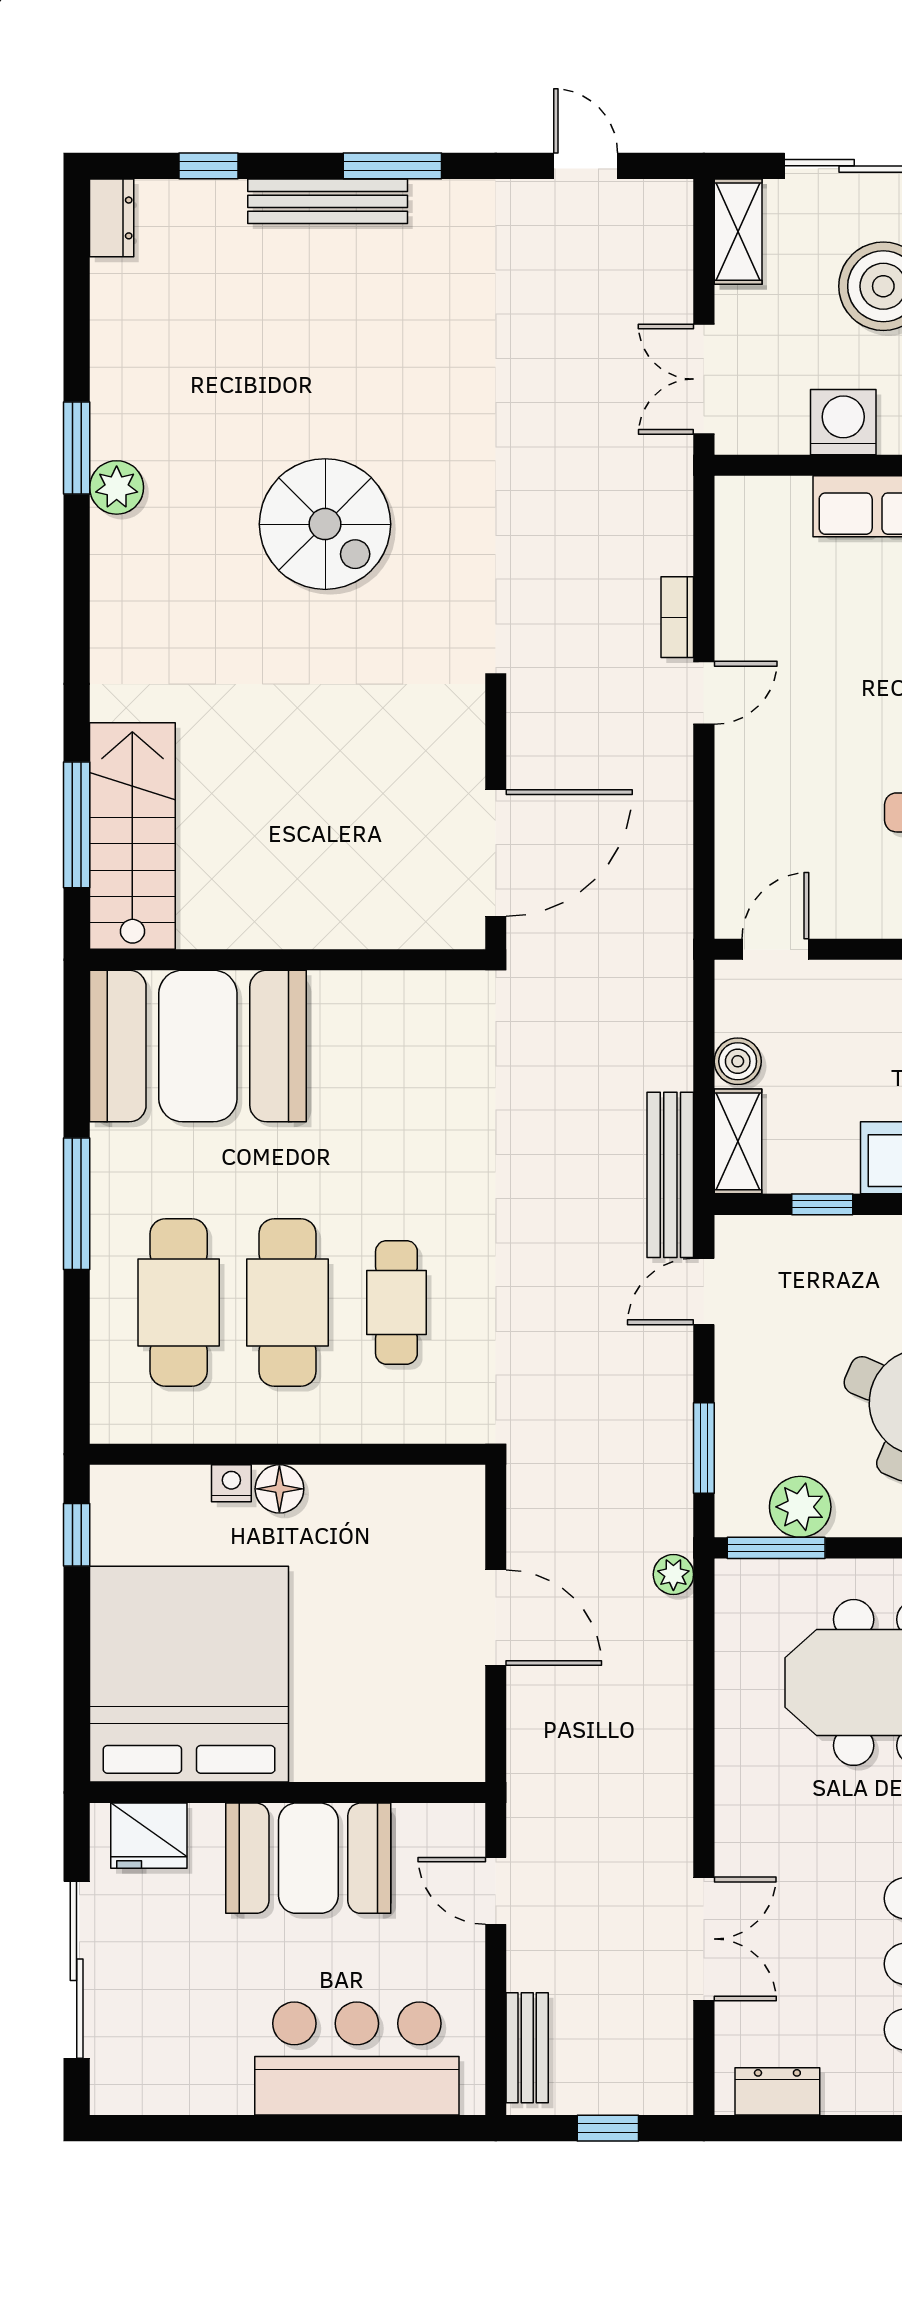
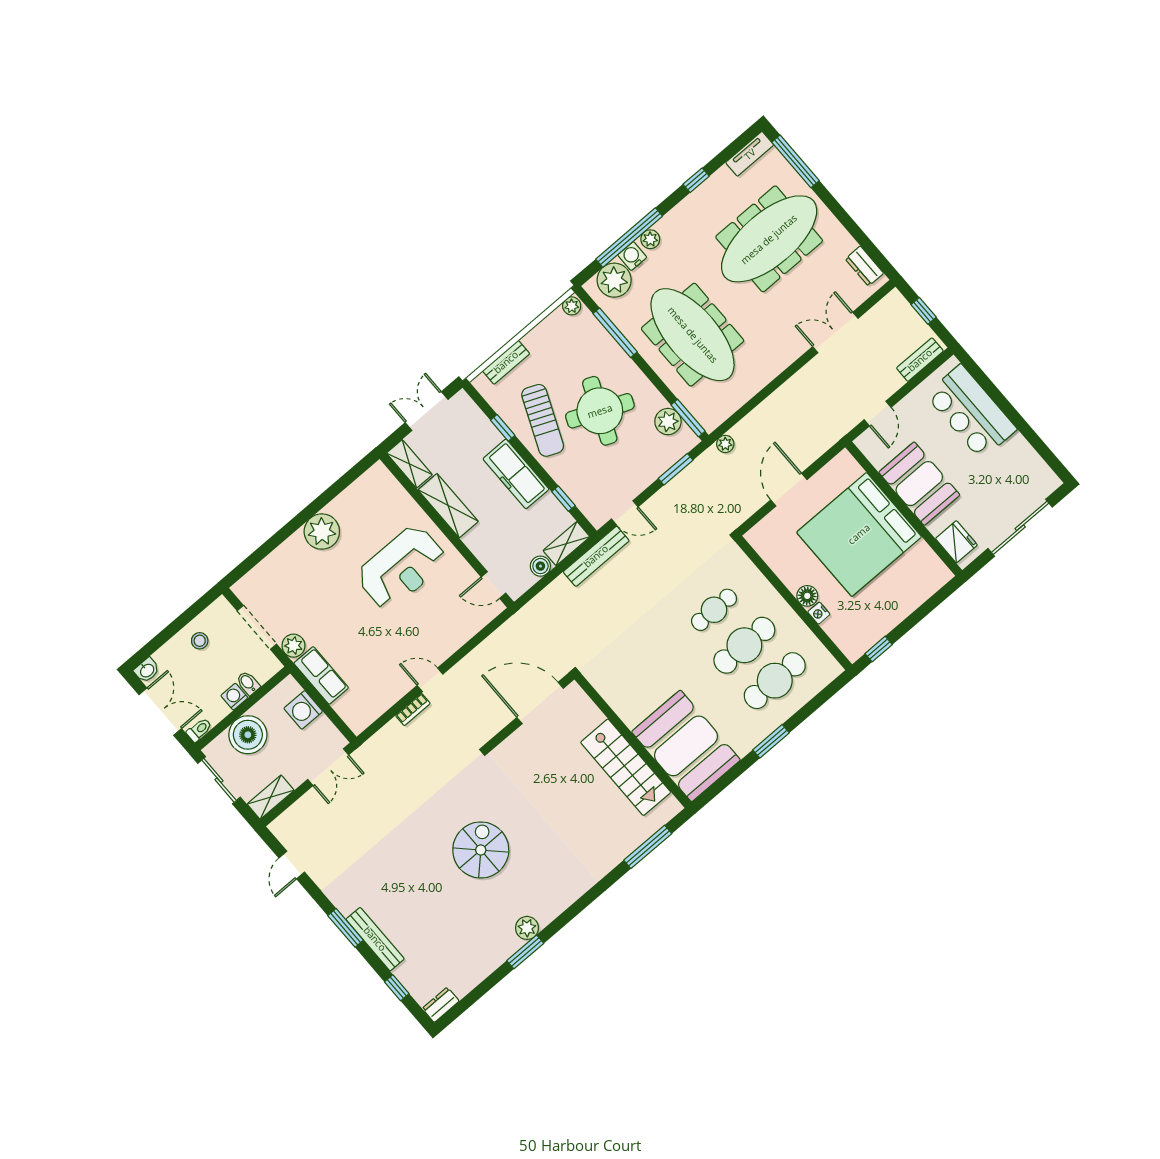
stairs: (132, 836) -> (626, 767), moved, turned -90
window: (77, 1204) -> (771, 741), width x0.69
bed: (189, 1674) -> (859, 534), moved

